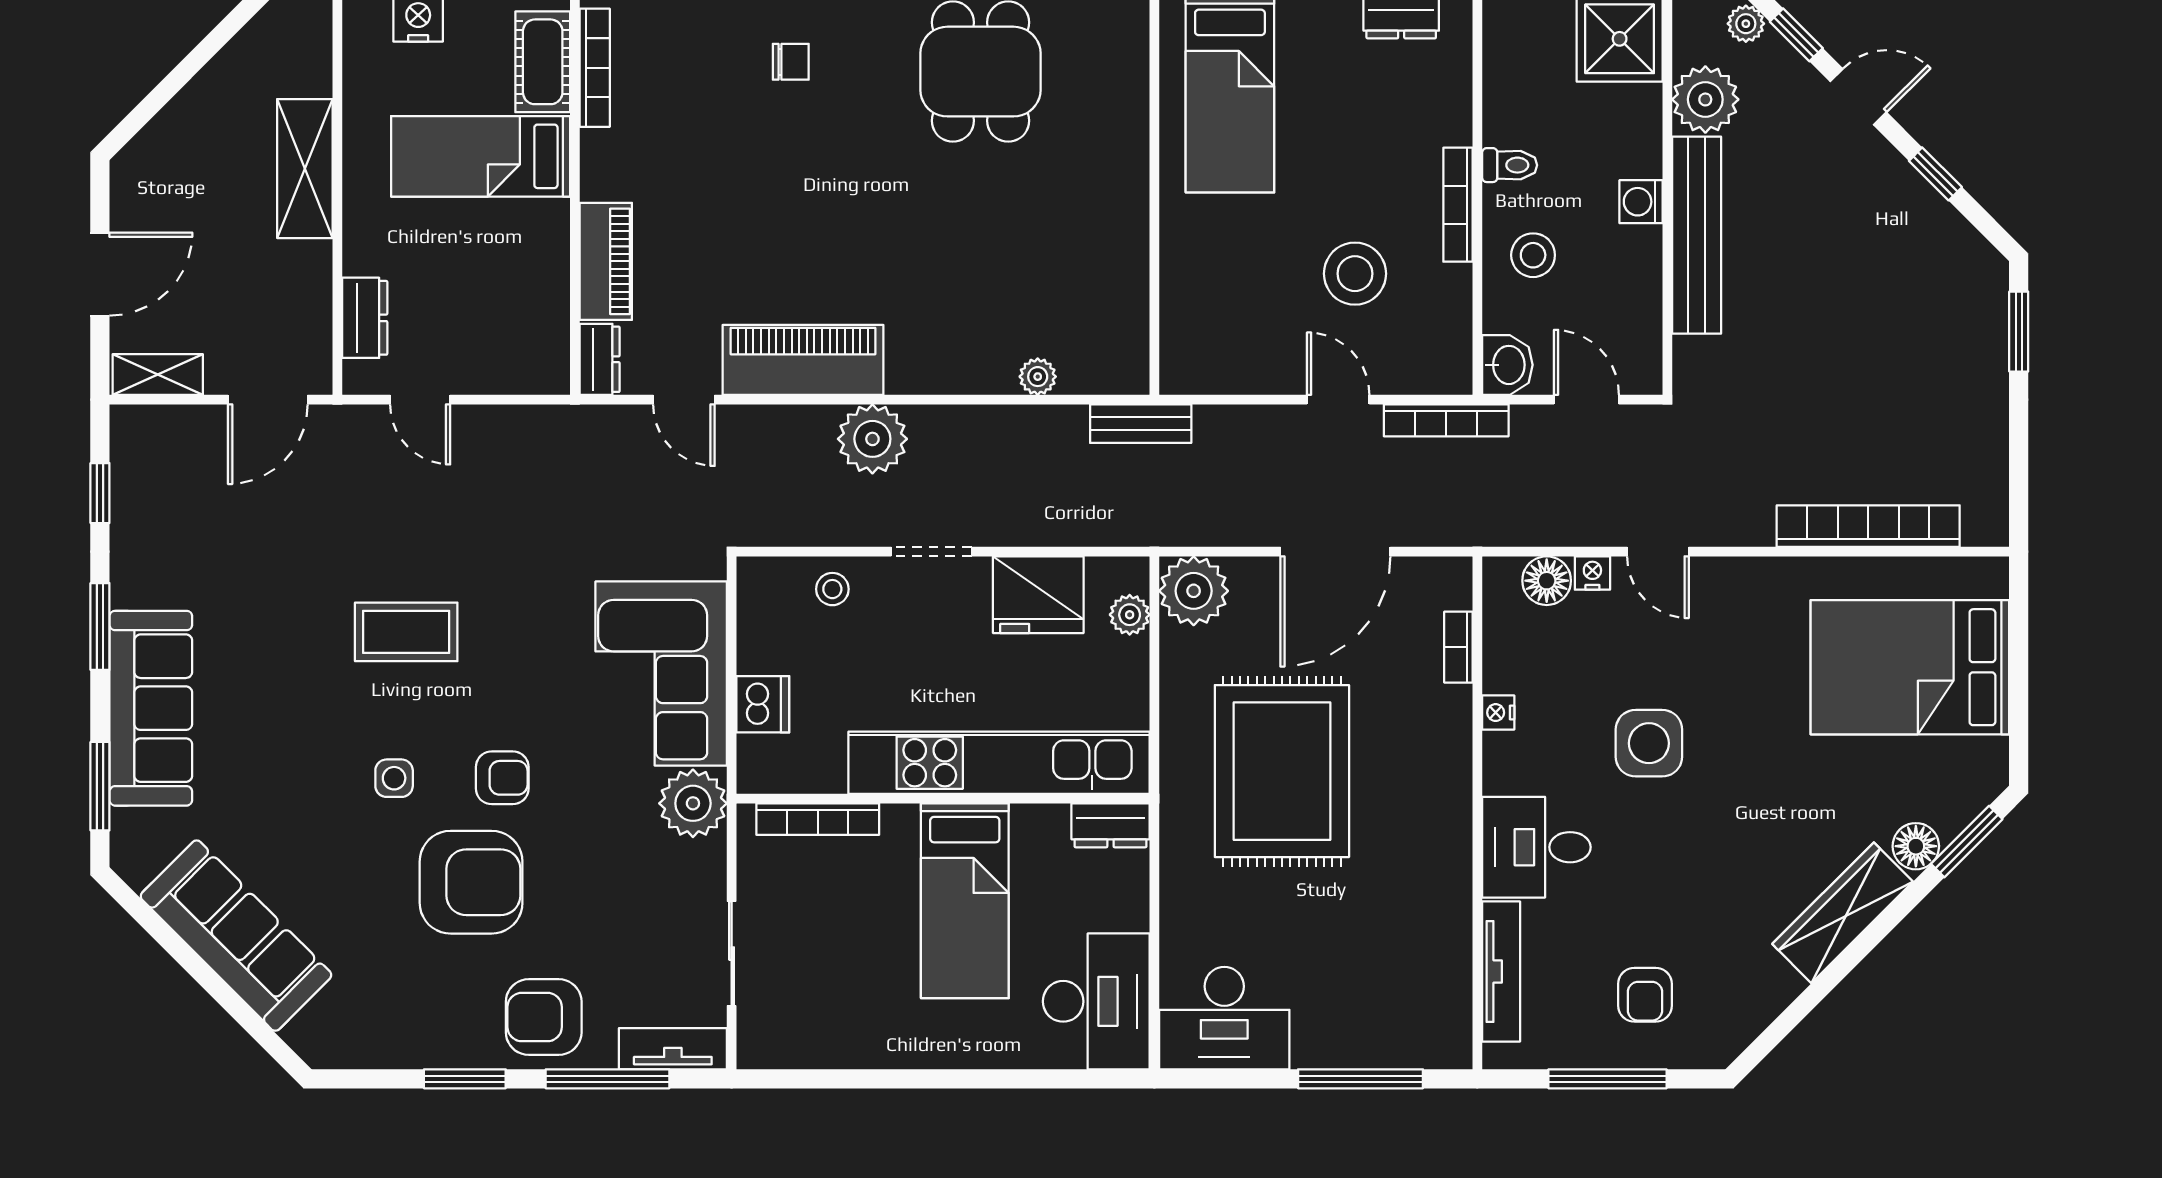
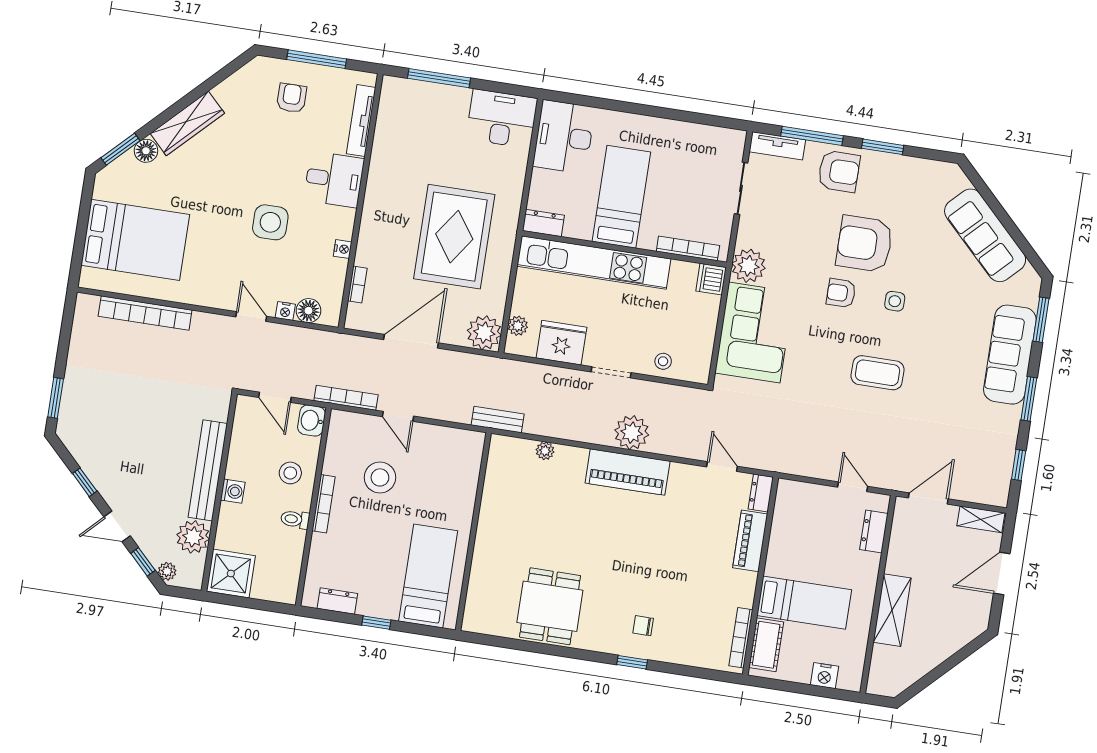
piano: (803, 360) -> (628, 472), moved
dishwasher: (763, 704) -> (711, 279), moved

